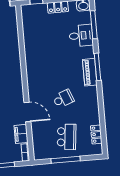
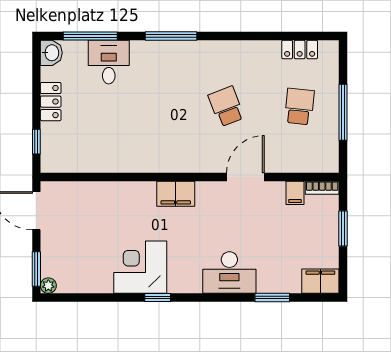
piano: (90, 72) -> (180, 52), removed
filing cabinet: (16, 76) -> (176, 194), added
filing cabinet: (21, 134) -> (295, 193), width x0.50
school desk: (67, 137) -> (299, 106), width x0.54

